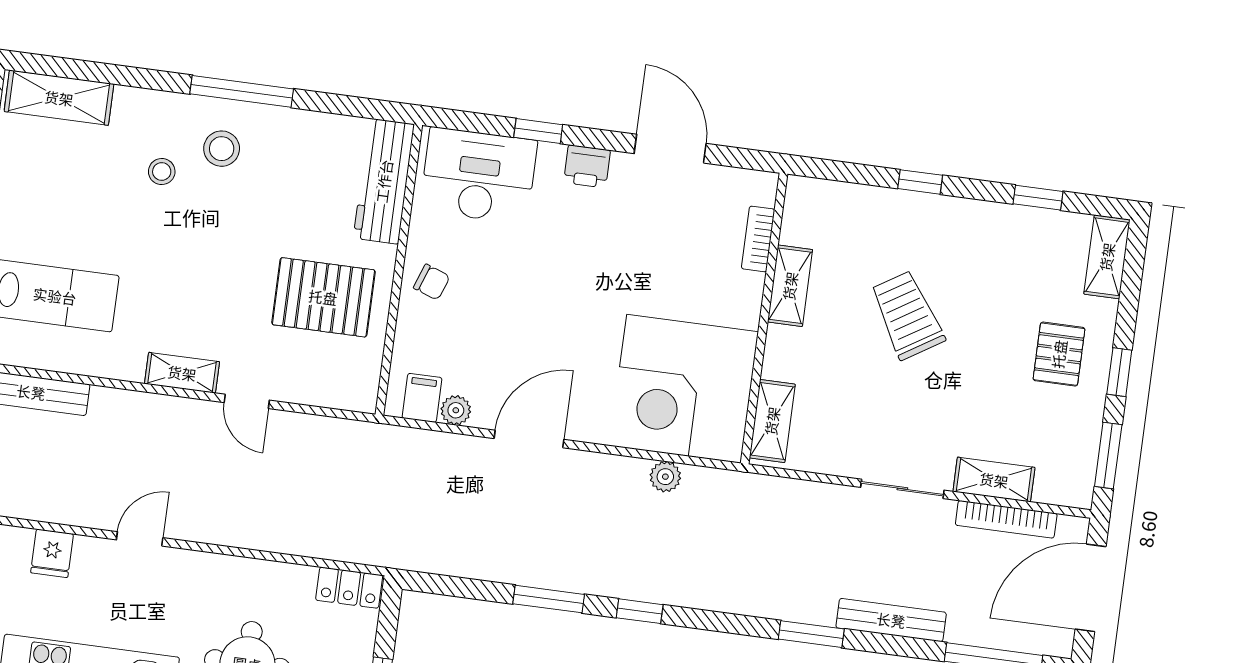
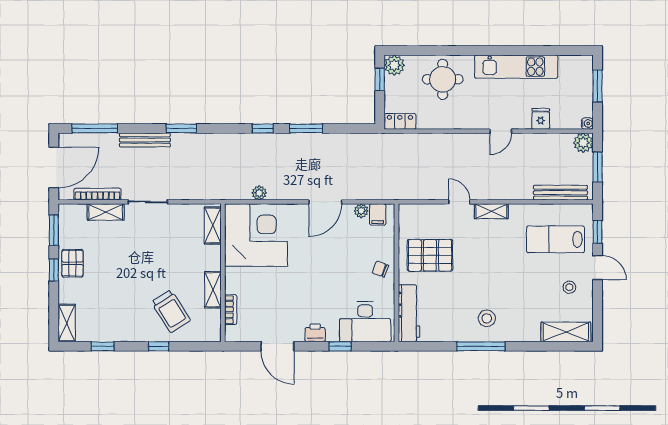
stool: (162, 172) -> (569, 287), moved
trolley: (907, 315) -> (171, 311), moved
pallet: (1059, 354) -> (72, 263), moved

